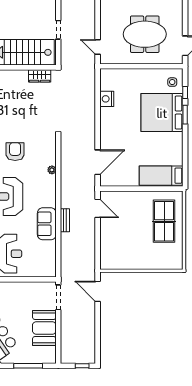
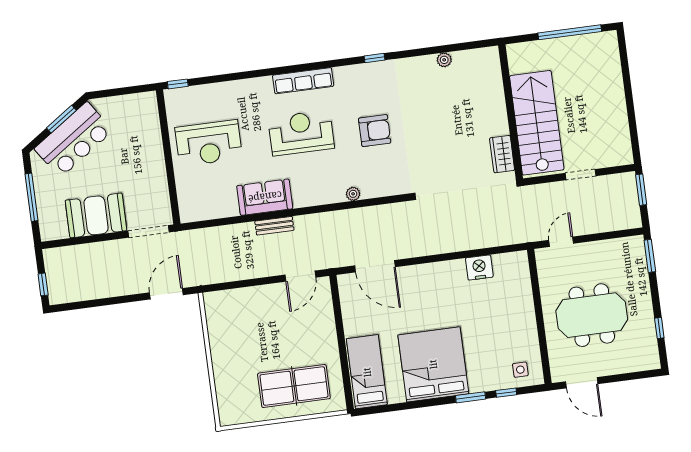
meeting table: (145, 34) -> (592, 315), turned 90
bed: (162, 113) -> (433, 364), moved

